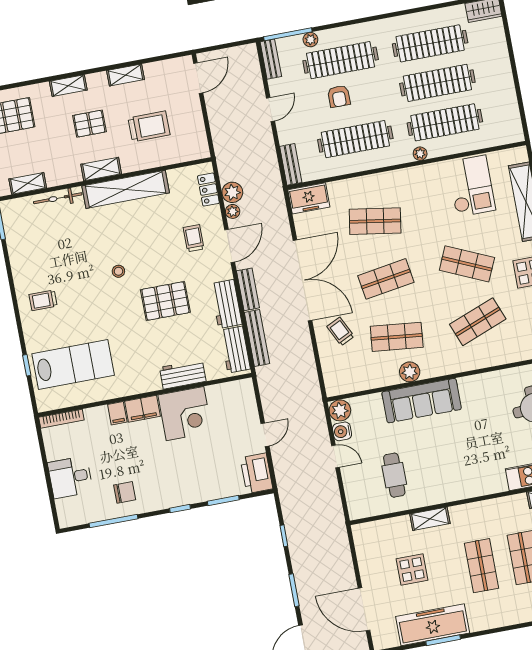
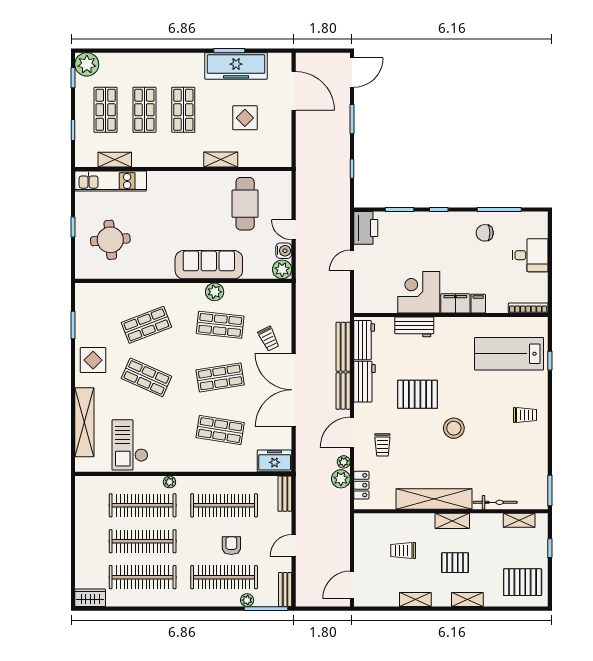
trolley: (149, 126) -> (403, 550), width x0.73, depth x0.72
stool: (118, 271) -> (454, 428), width x1.89, depth x1.89
cafe table: (394, 475) -> (245, 204), width x1.37, depth x1.35

